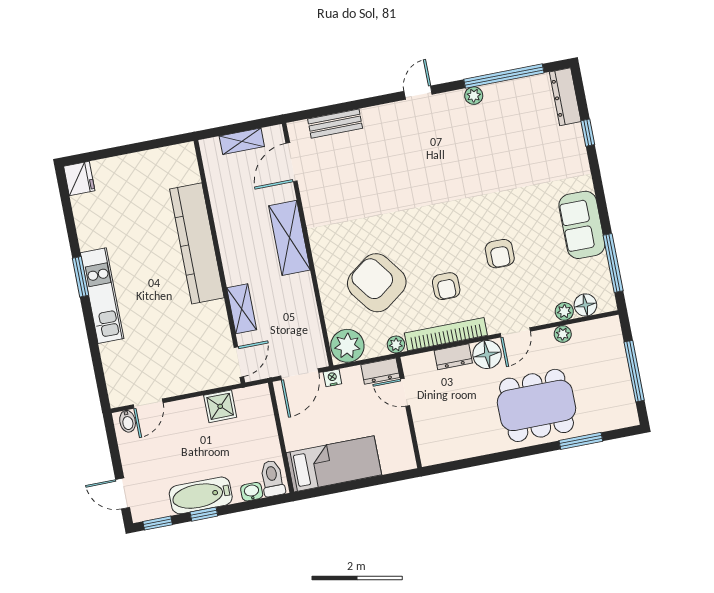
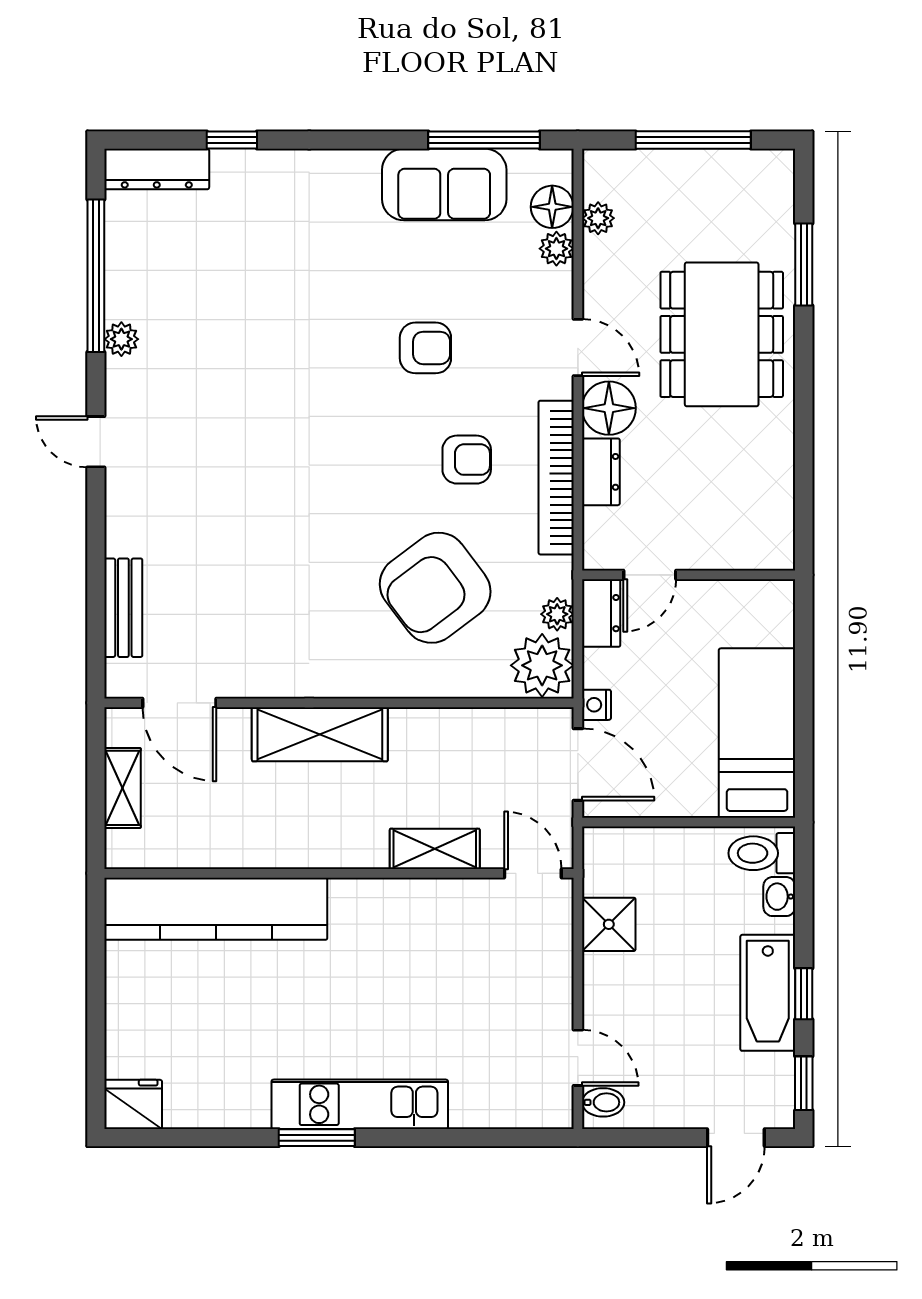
sofa: (582, 225) -> (444, 184), moved
kitchen counter: (197, 243) -> (216, 909), moved
plant: (563, 334) -> (598, 218), moved
plant: (396, 344) -> (557, 614), moved

